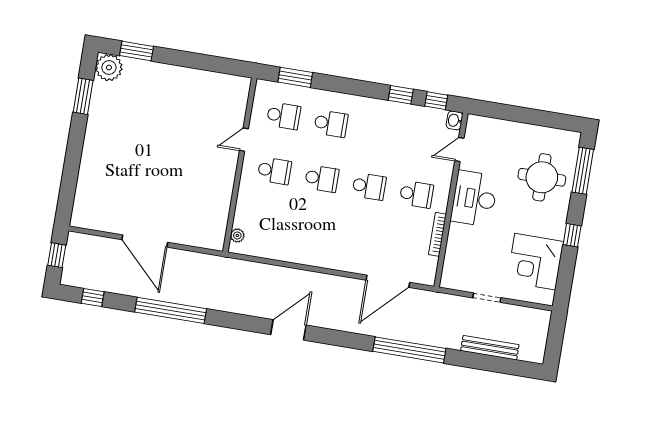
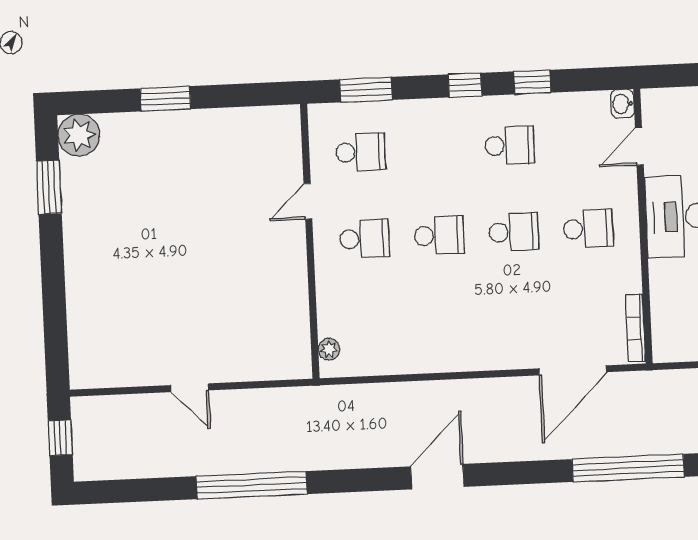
window: (137, 51) -> (165, 99), moved
window: (436, 101) -> (465, 85), moved
school desk: (331, 124) -> (510, 145), moved
bookcase: (437, 234) -> (636, 328), moved
door: (145, 241) -> (190, 388), width x0.53
window: (93, 298) -> (129, 491), removed

